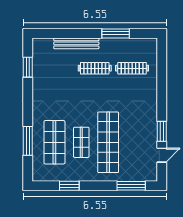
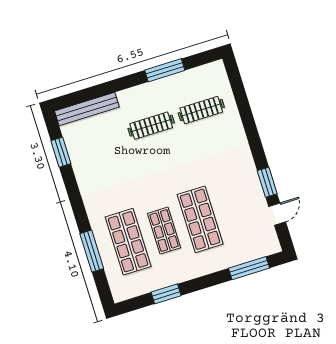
bench: (76, 43) -> (87, 109), moved
shop shelf: (108, 142) -> (200, 219), width x0.71

